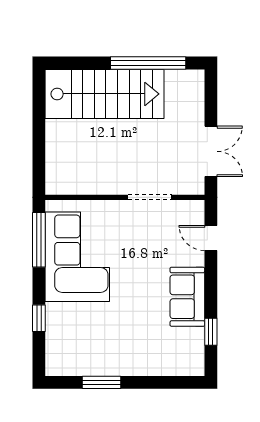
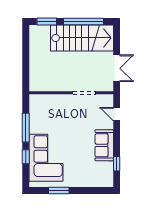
window: (79, 63) -> (47, 22), added
stairs: (105, 94) -> (82, 38), moved
window: (39, 240) -> (26, 128), moved
corner sofa: (77, 257) -> (46, 158), moved

